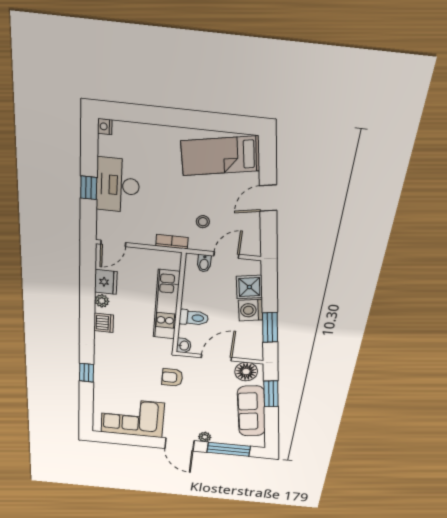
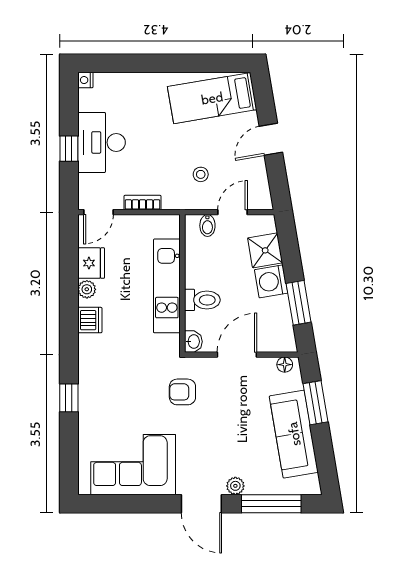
bookcase: (172, 242) -> (142, 203), moved
floor lamp: (246, 372) -> (285, 365), width x0.53, depth x0.53

